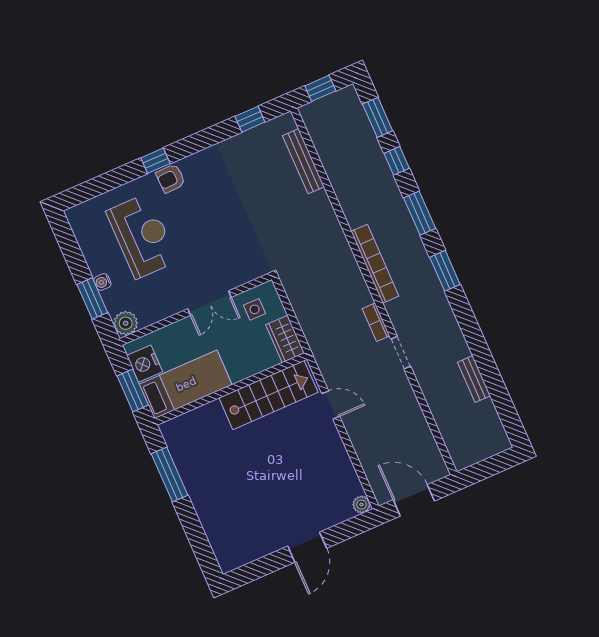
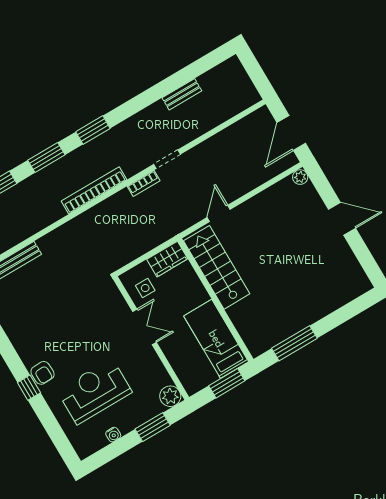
water cooler: (102, 282) -> (113, 435), moved
nightstand: (145, 364) -> (203, 376), removed

